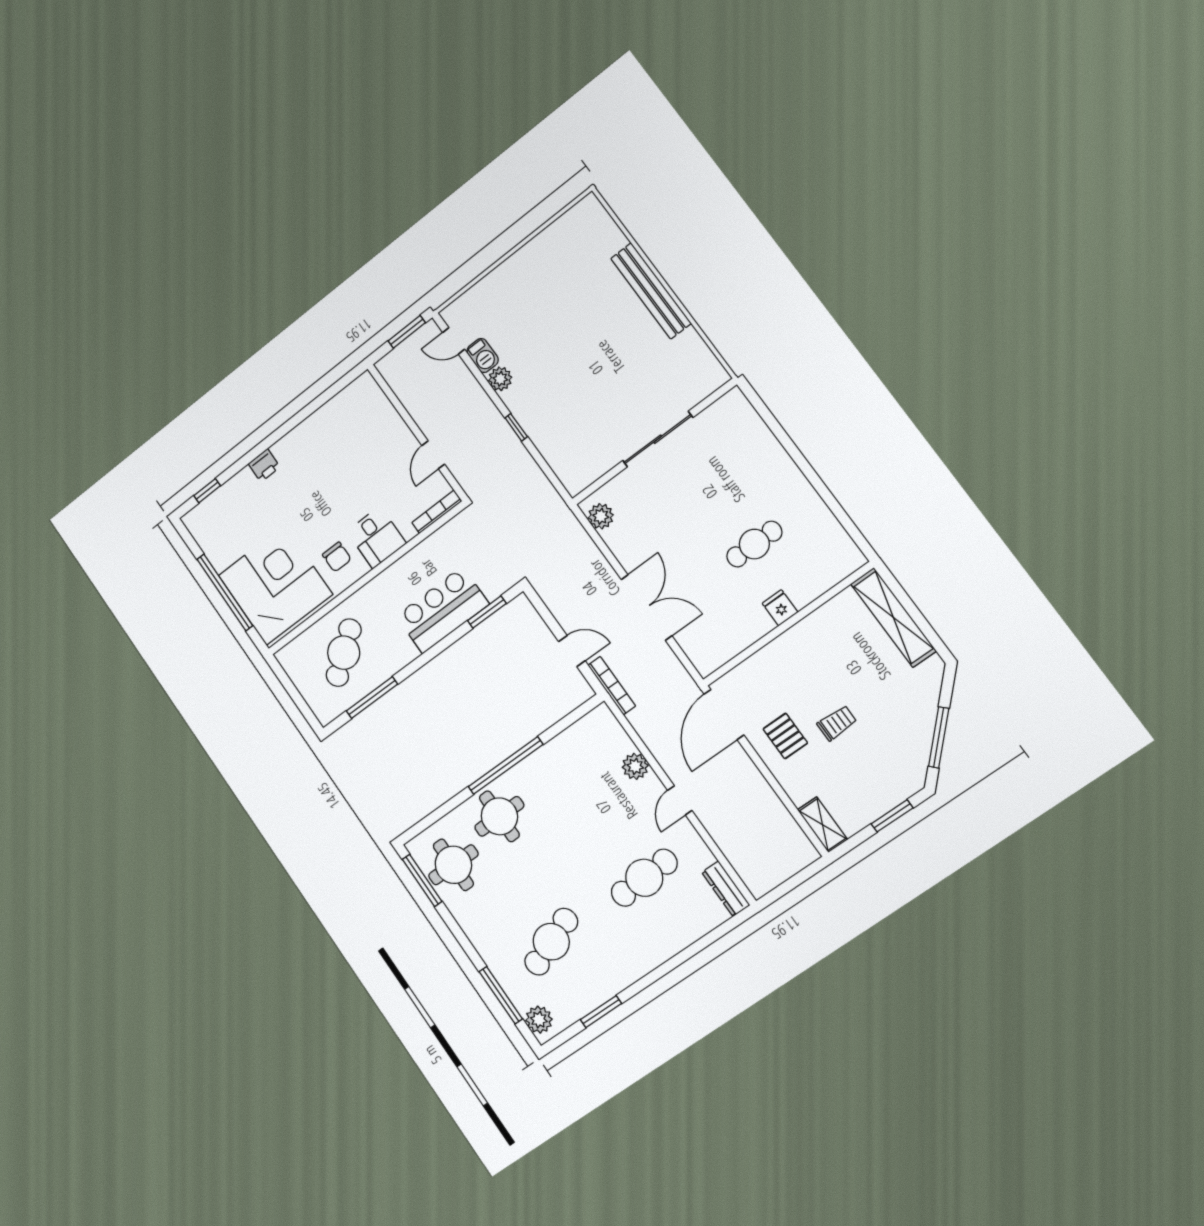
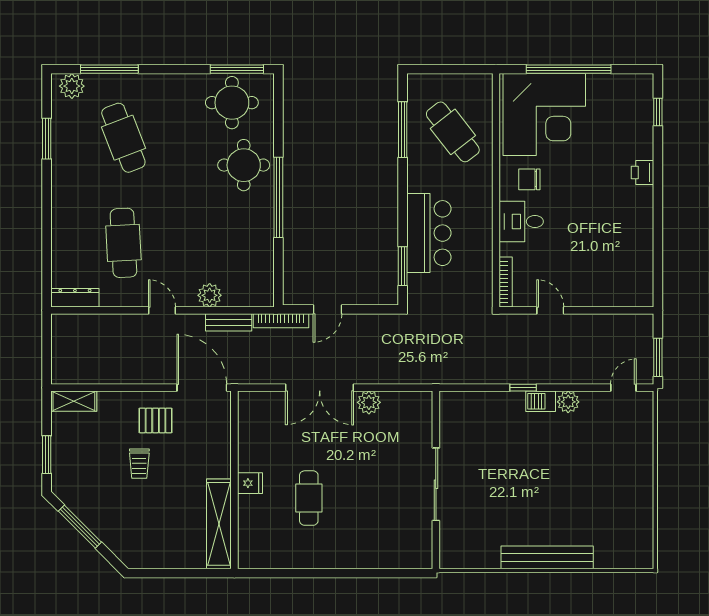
barbecue: (483, 355) -> (541, 401), moved
plant: (601, 516) -> (369, 402), moved
shelving: (893, 617) -> (219, 524), moved, turned 90
bench: (647, 732) -> (229, 322), added

